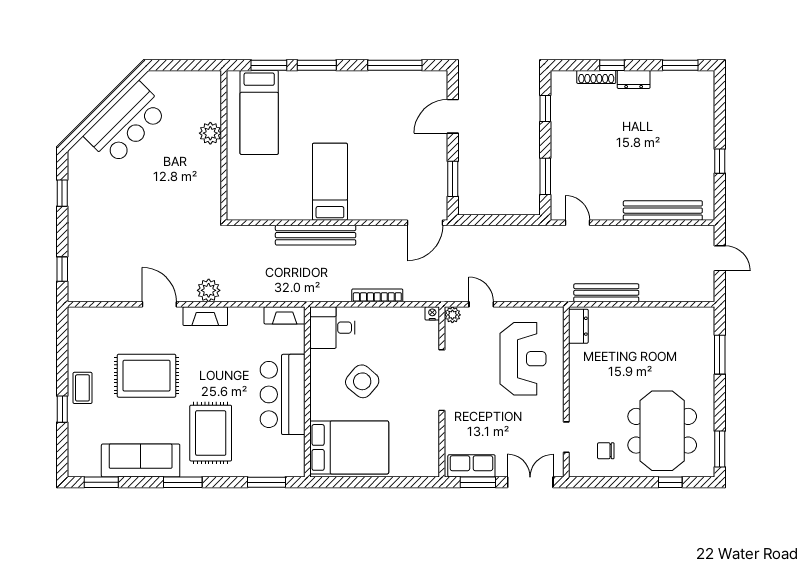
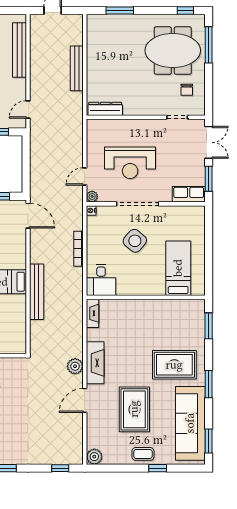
bench: (606, 293) -> (77, 68), moved
fireplace: (205, 316) -> (95, 363), width x1.37, depth x1.32
plant: (79, 318) -> (94, 457), added
dresser: (578, 326) -> (105, 109), width x1.44
reception desk: (523, 359) -> (130, 163), moved, turned 180
side table: (362, 381) -> (135, 241), moved
bar counter: (283, 394) -> (147, 315), removed
bed: (349, 447) -> (178, 268), width x0.67
window: (720, 449) -> (185, 10), width x0.67
sofa: (141, 460) -> (190, 423), width x1.36, depth x1.27
row of seats: (471, 466) -> (189, 194), moved, turned 90
double door: (530, 482) -> (209, 142), swing flipped
window: (670, 482) -> (209, 45), width x2.17

